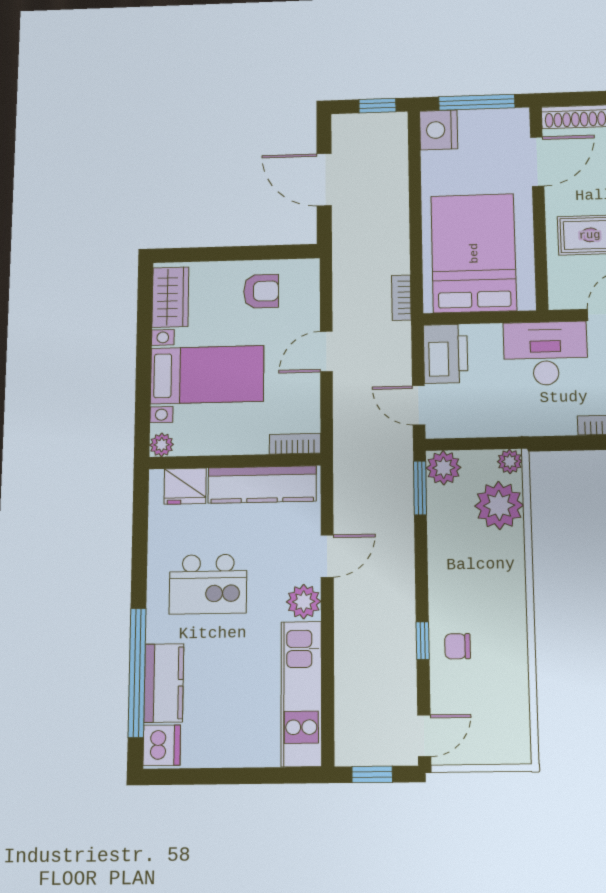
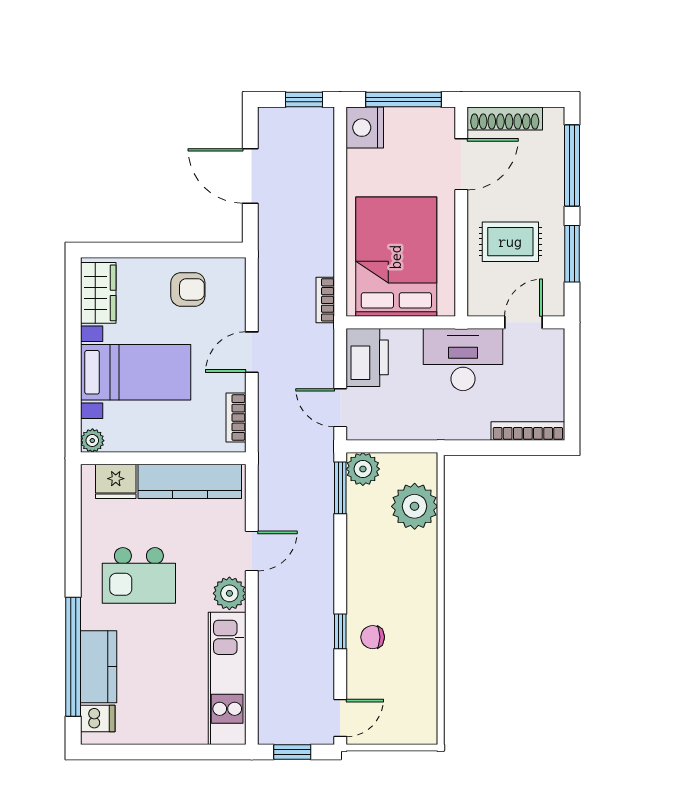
bookcase: (295, 444) -> (236, 418), moved, turned -90
plant: (510, 461) -> (426, 464), removed
dishwasher: (162, 745) -> (98, 718), width x0.73

